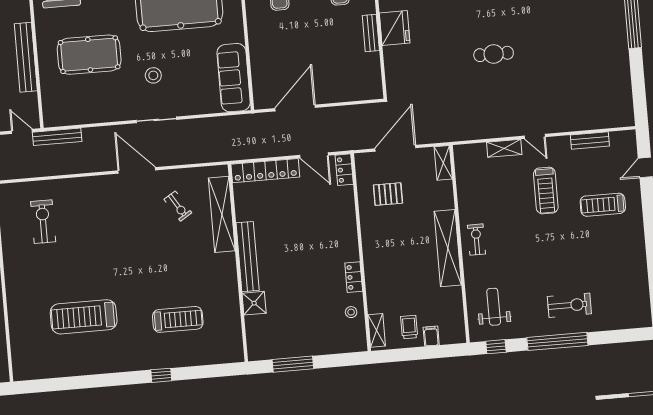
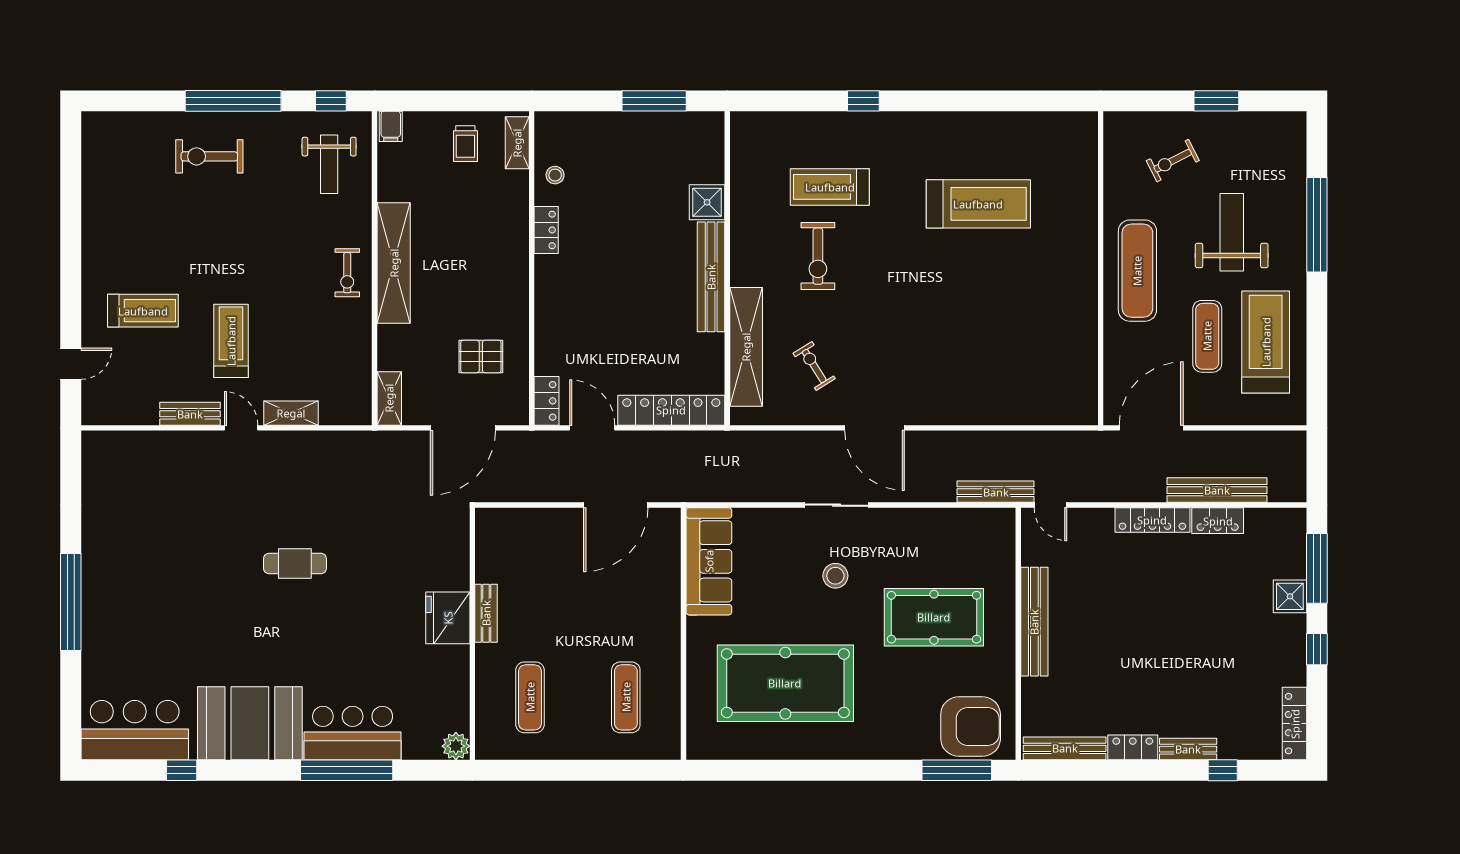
bench: (590, 141) -> (190, 414), moved
exercise bike: (43, 222) -> (818, 256), moved
filing cabinet: (431, 336) -> (391, 126), moved

